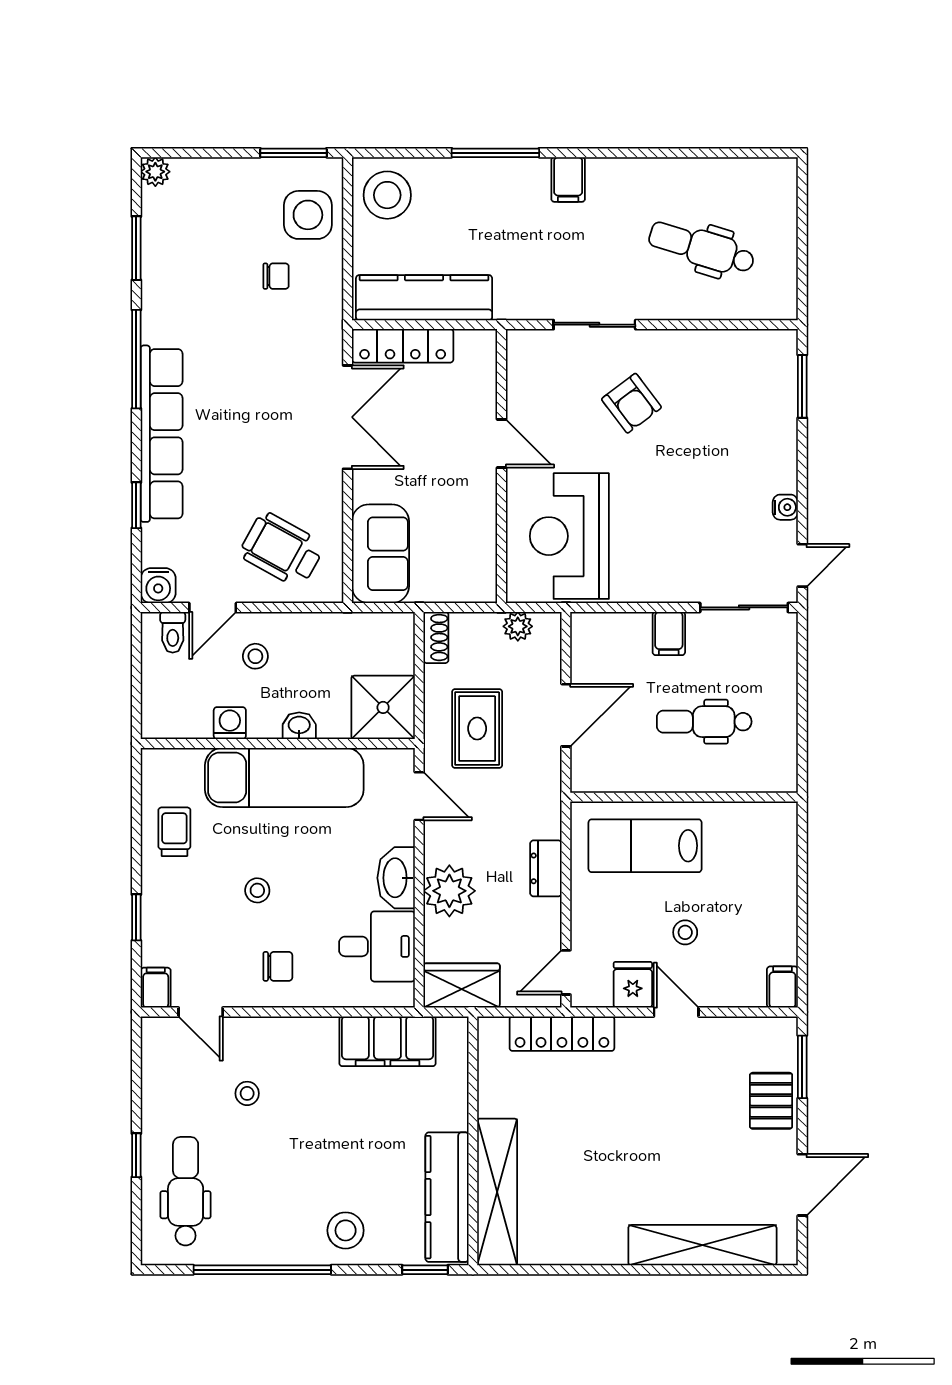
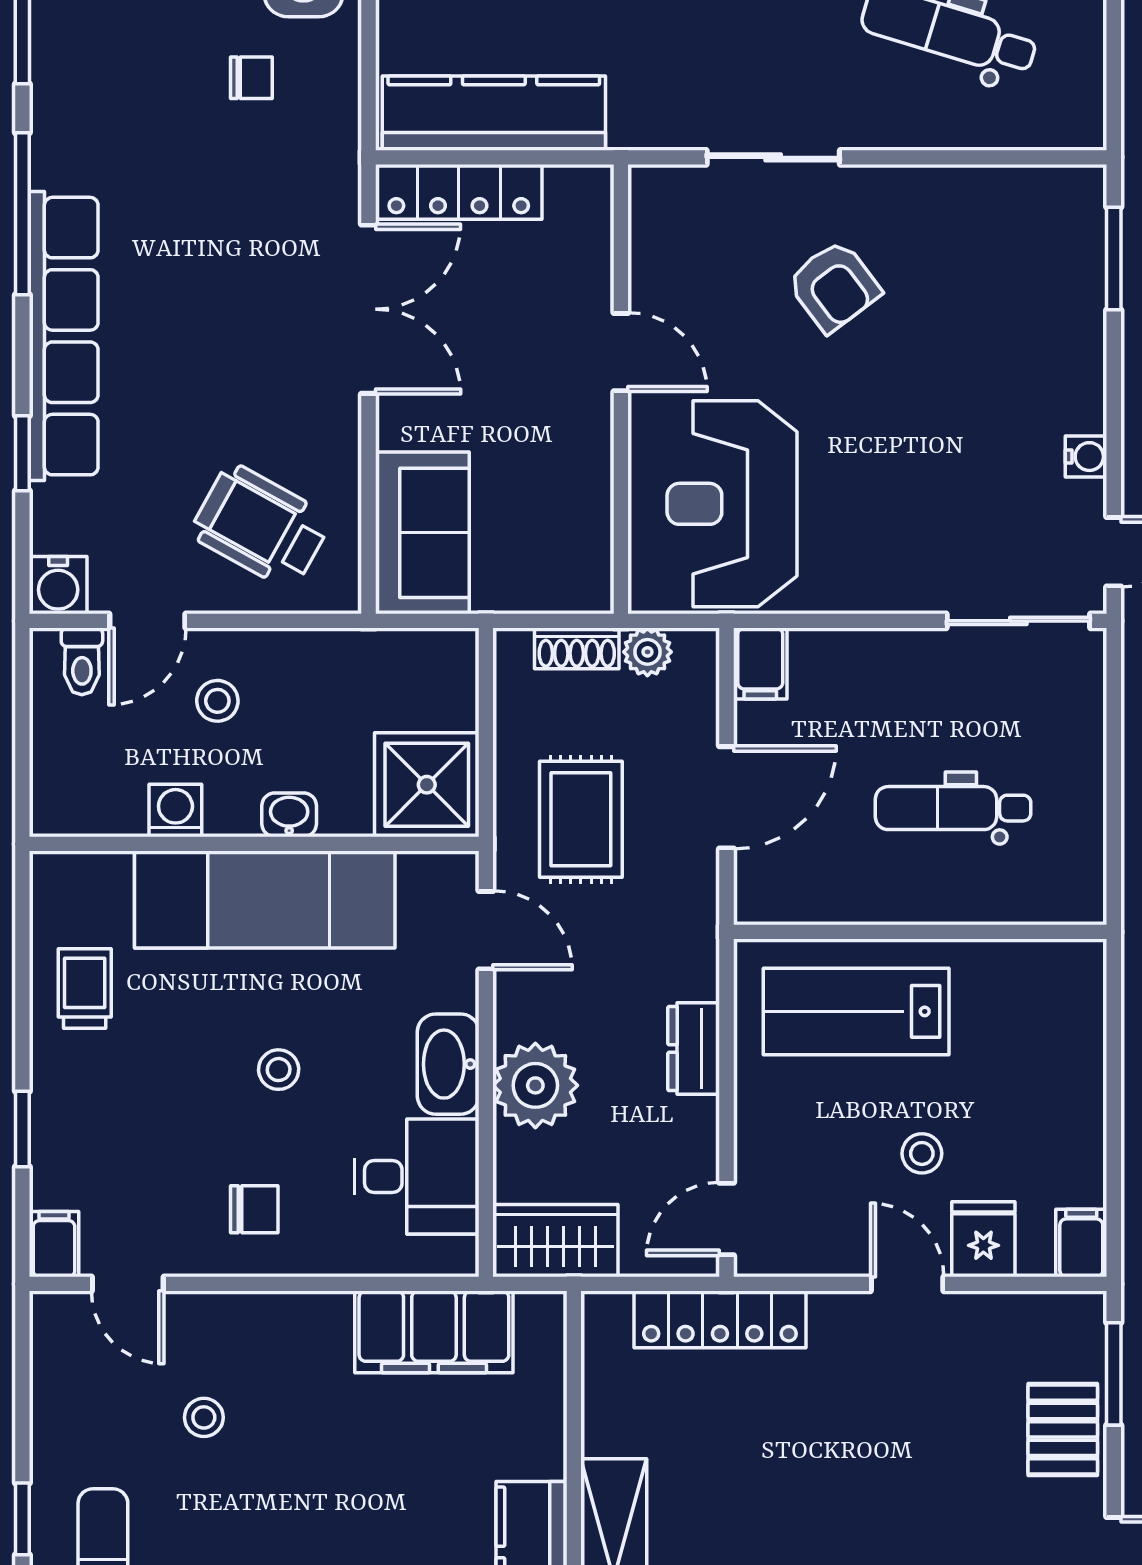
filing cabinet: (669, 633) -> (760, 664), moved
shoe rack: (436, 637) -> (577, 648), moved, turned 90
stool: (257, 890) -> (279, 1070), moved
fridge: (633, 985) -> (983, 1239), moved

